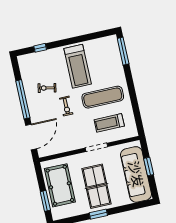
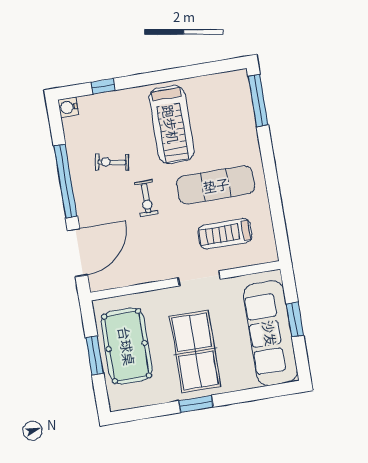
water cooler: (22, 60) -> (68, 107), added
window: (45, 201) -> (95, 355), moved

